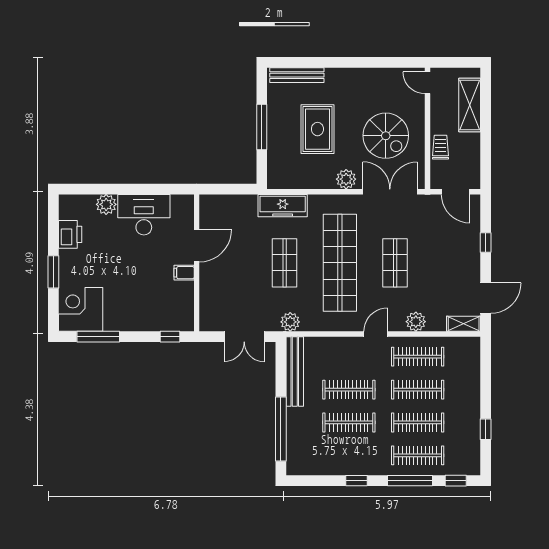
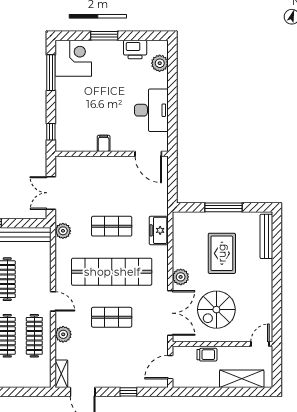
rug: (317, 129) -> (222, 253), turned 90
plant: (106, 204) -> (160, 63), moved
freezer: (283, 206) -> (159, 230), width x0.71
door: (197, 246) -> (148, 154), moved

